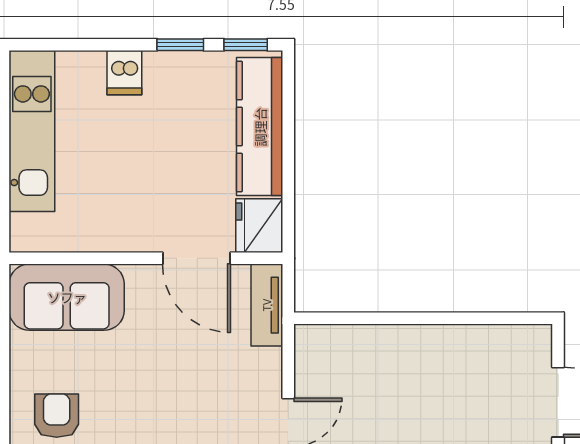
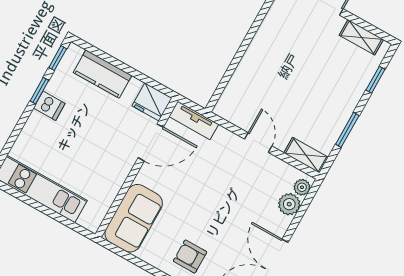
dishwasher: (124, 73) -> (49, 106), moved
kitchen counter: (260, 127) -> (102, 74), width x0.67

